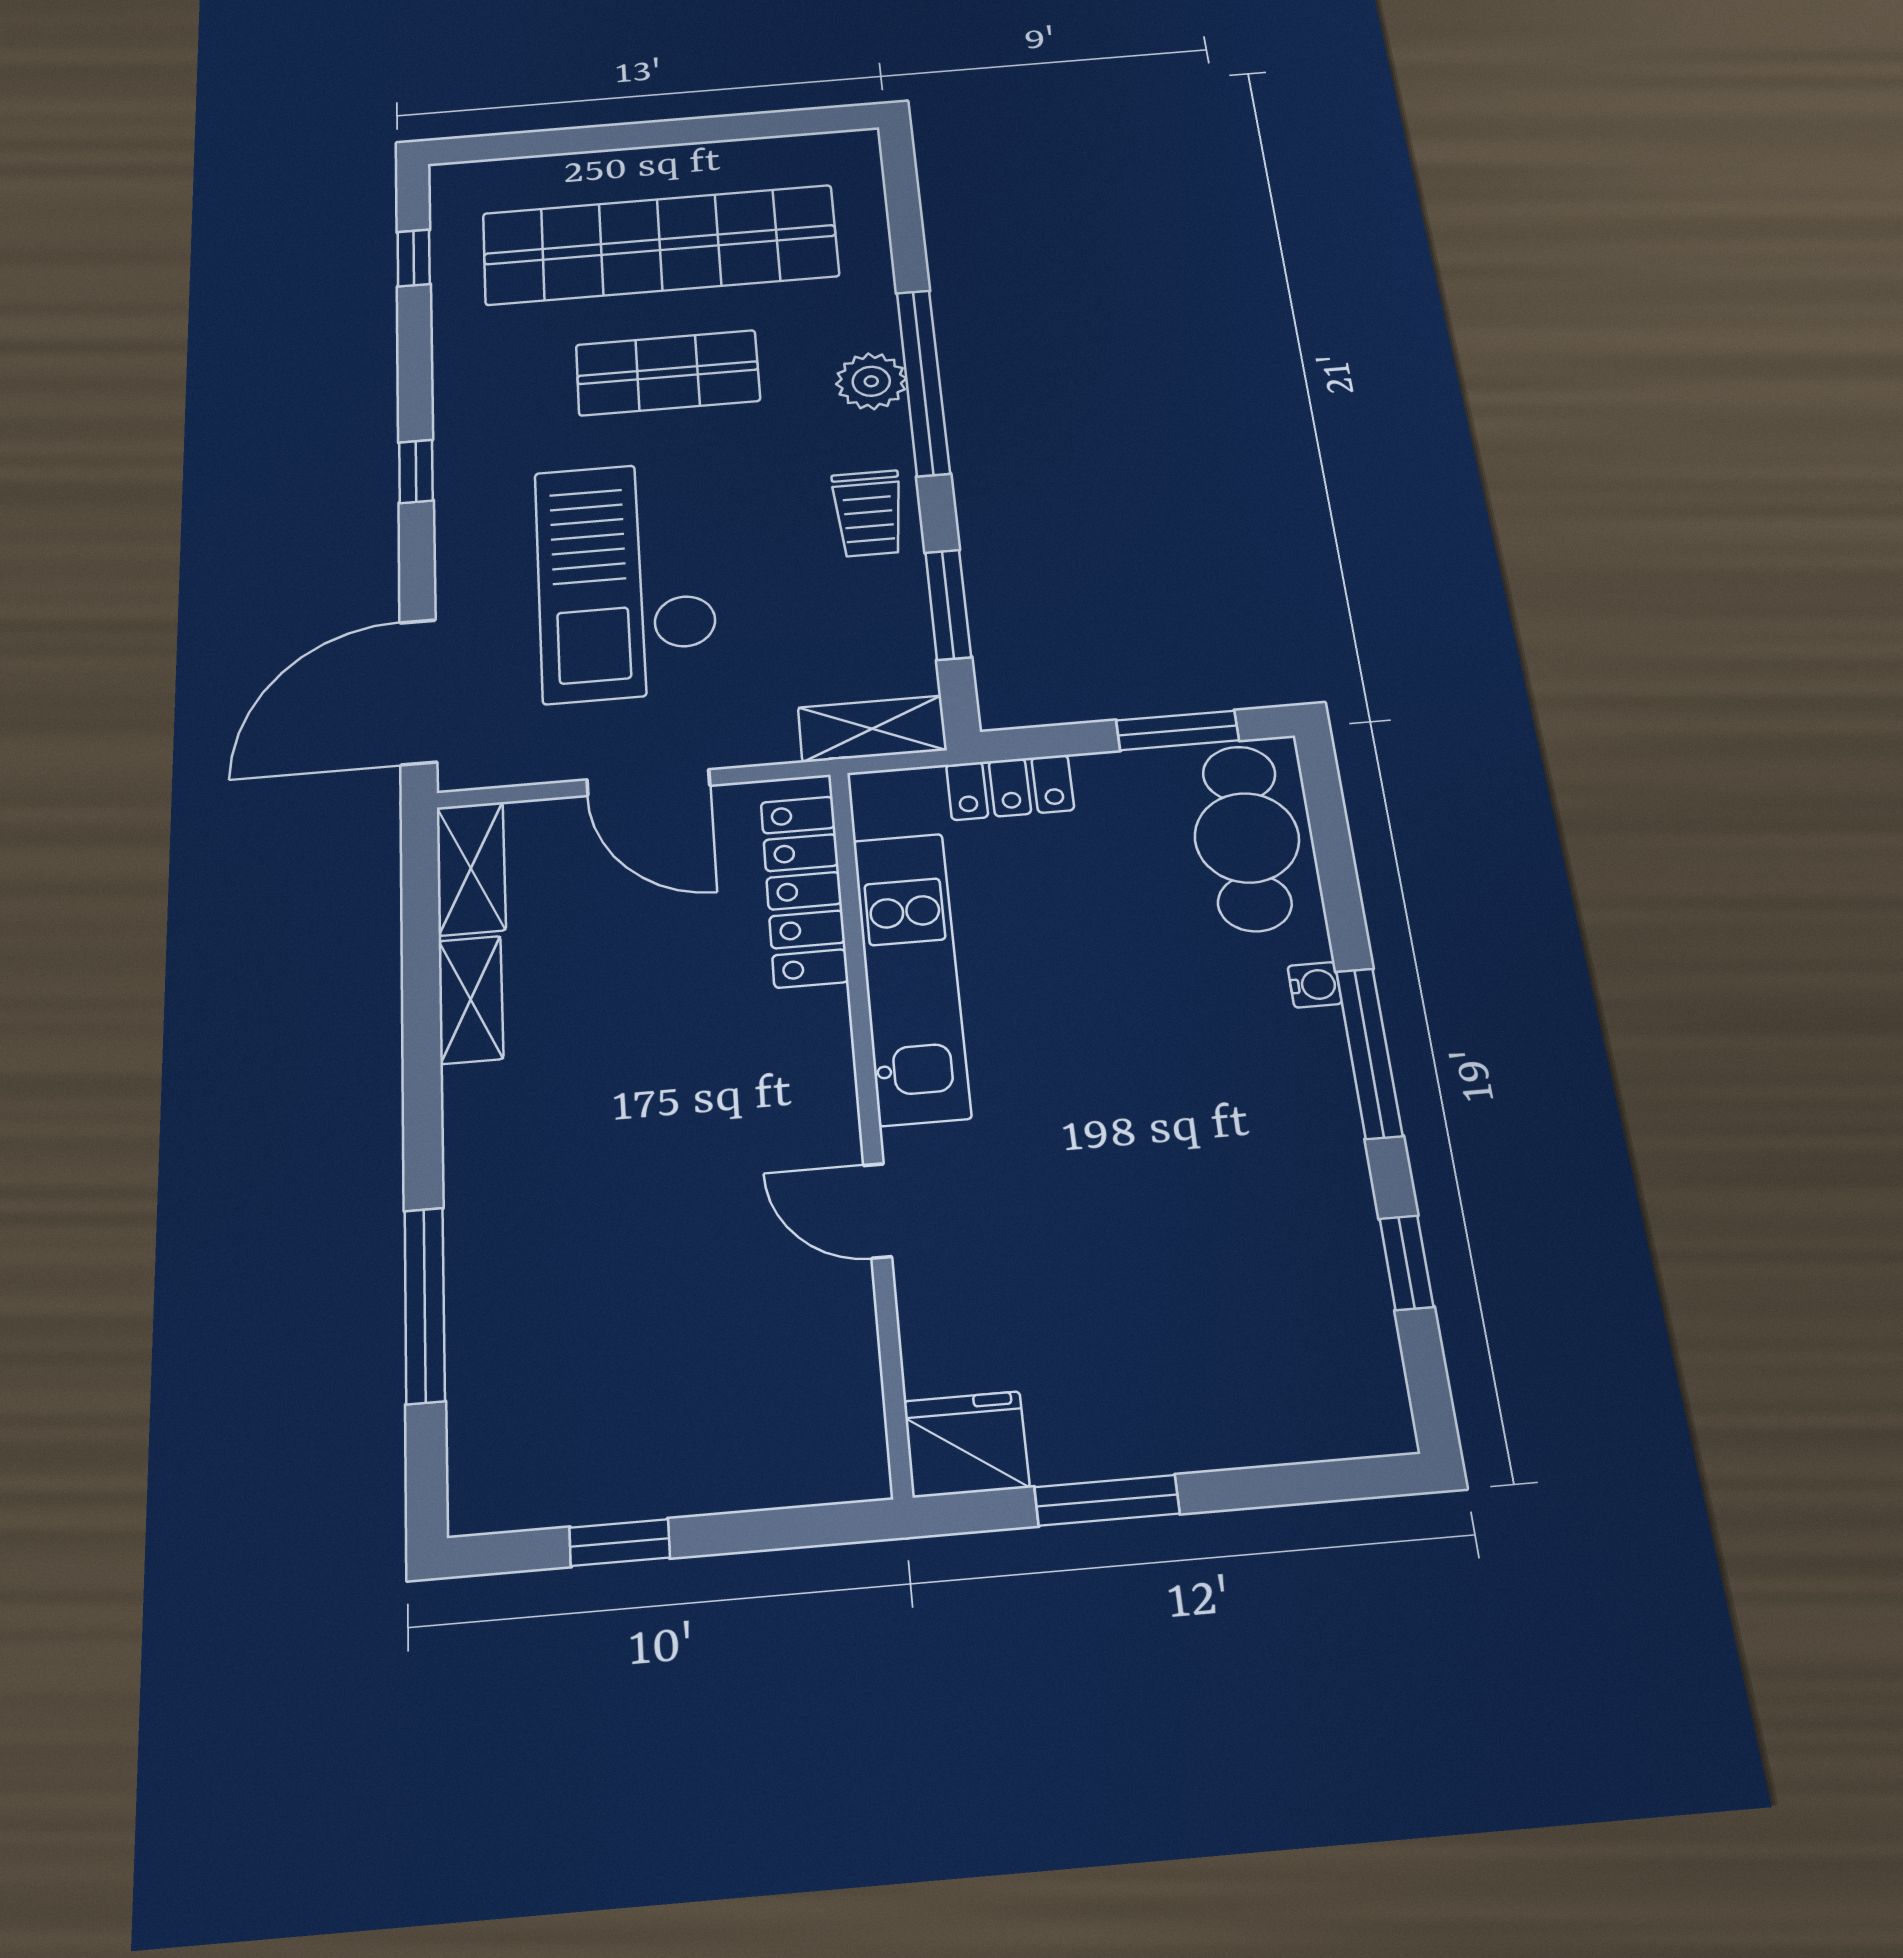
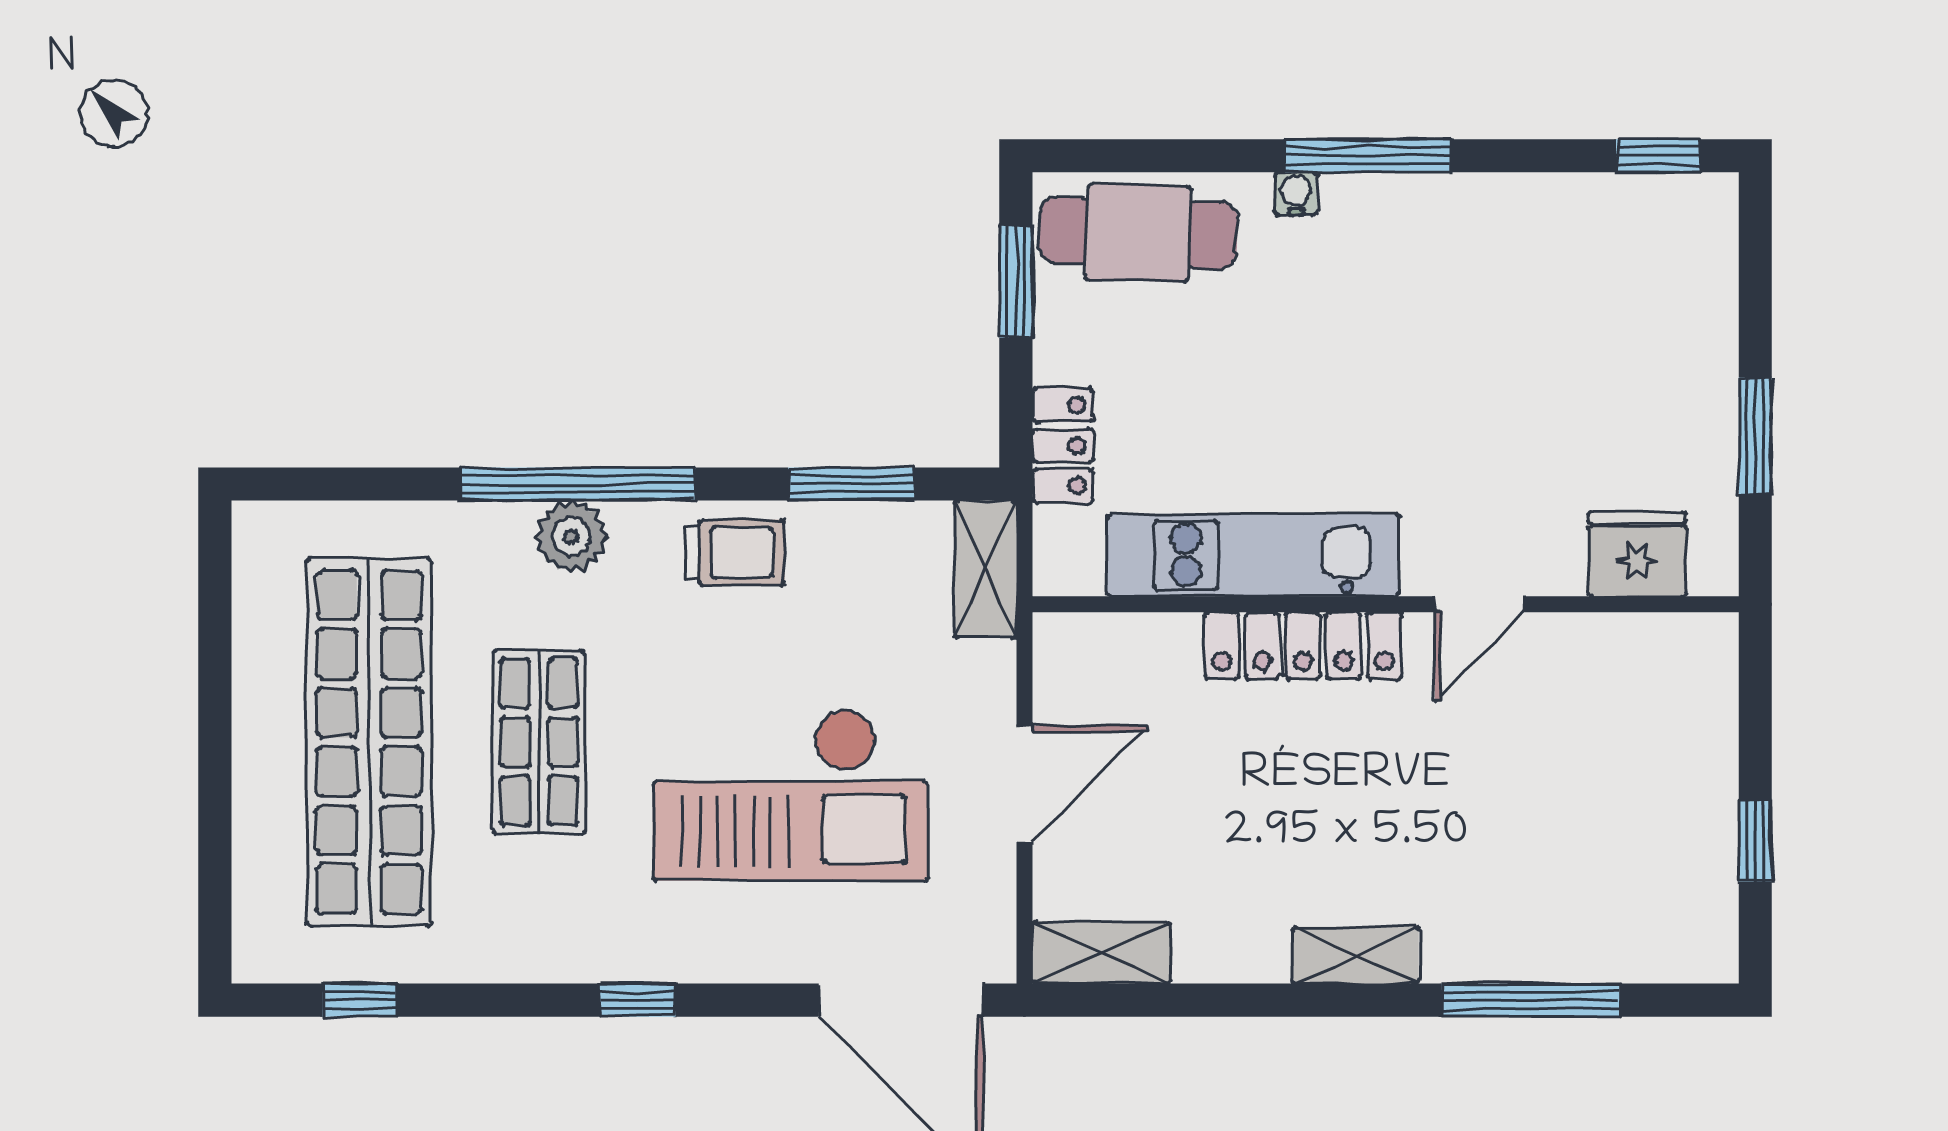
locker: (804, 891) -> (1303, 646), moved
shelving: (471, 1000) -> (1356, 955), moved
window: (1406, 1263) -> (1658, 156), moved
fridge: (966, 1444) -> (1637, 554), moved, turned 90

